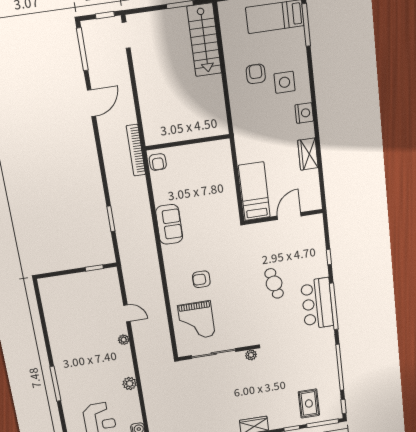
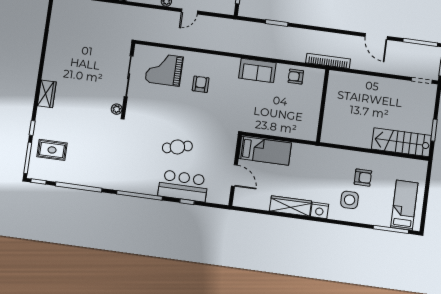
wardrobe: (308, 154) -> (290, 206), width x1.50
armchair: (158, 162) -> (296, 77), moved
bar counter: (317, 304) -> (183, 186), moved

